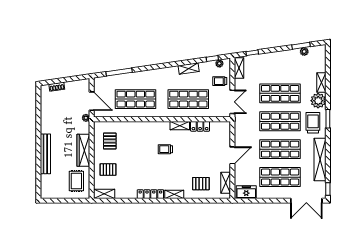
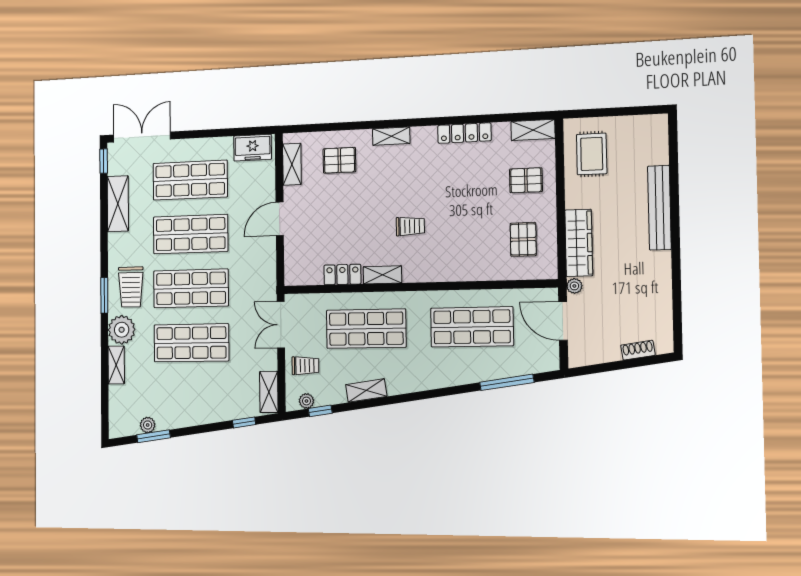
wardrobe: (83, 150) -> (579, 243), moved
shelving: (320, 160) -> (118, 204), width x0.68
locker: (150, 194) -> (464, 133), moved

